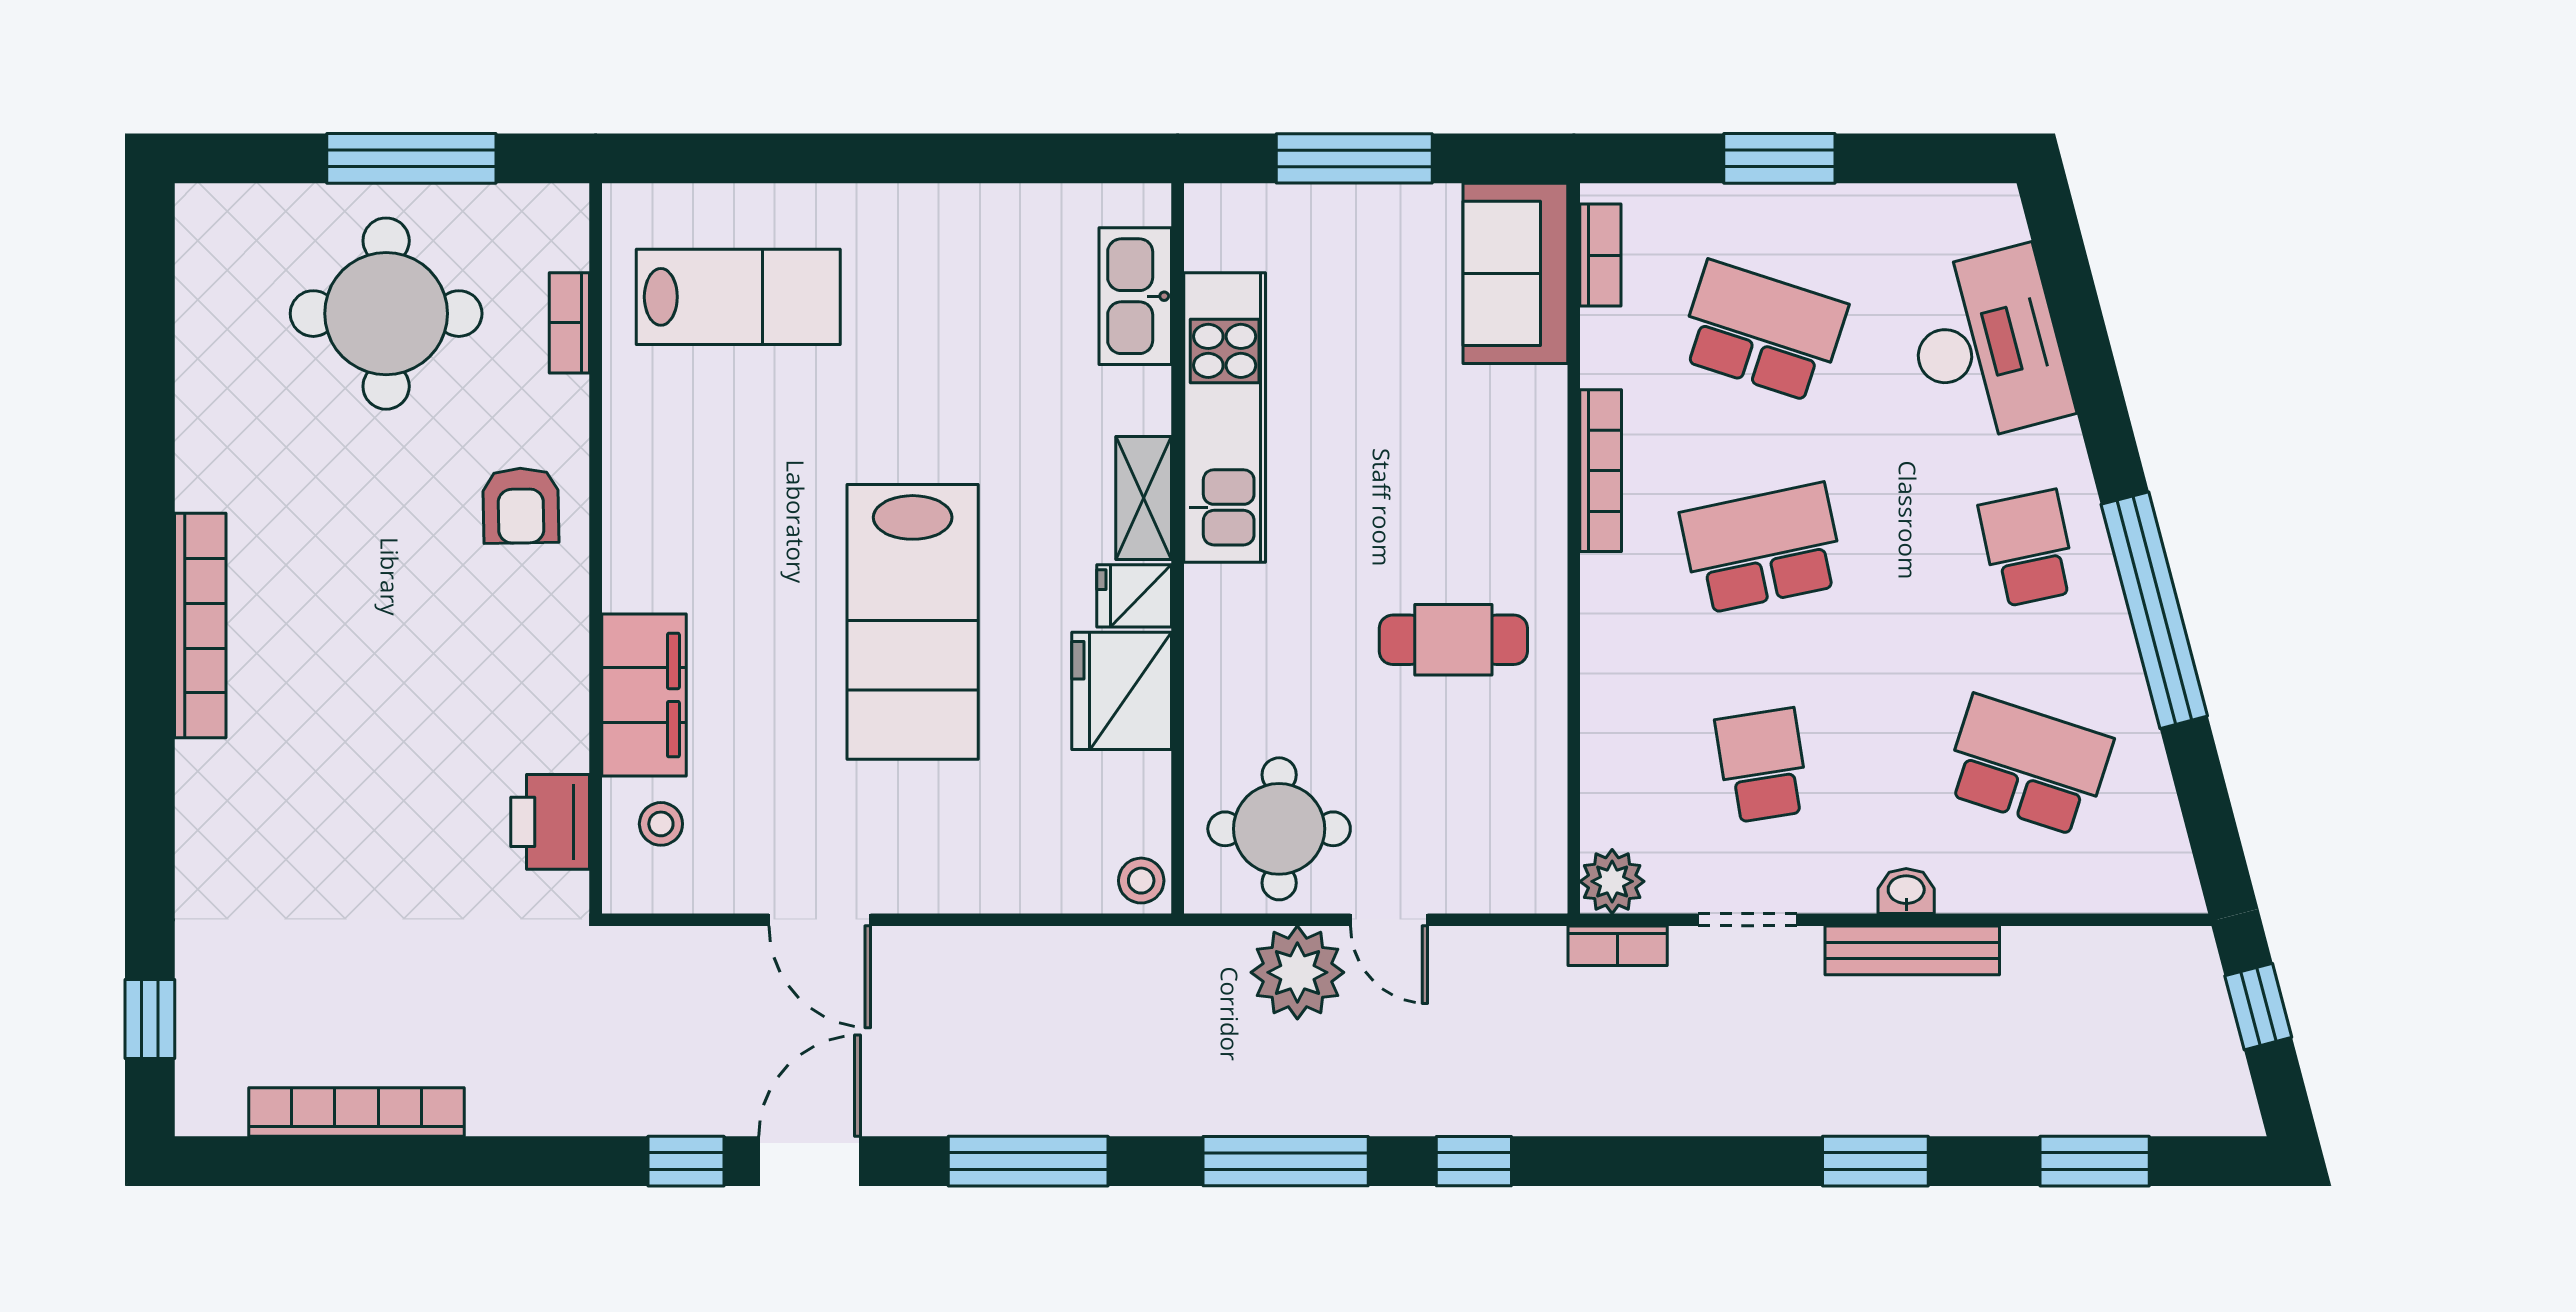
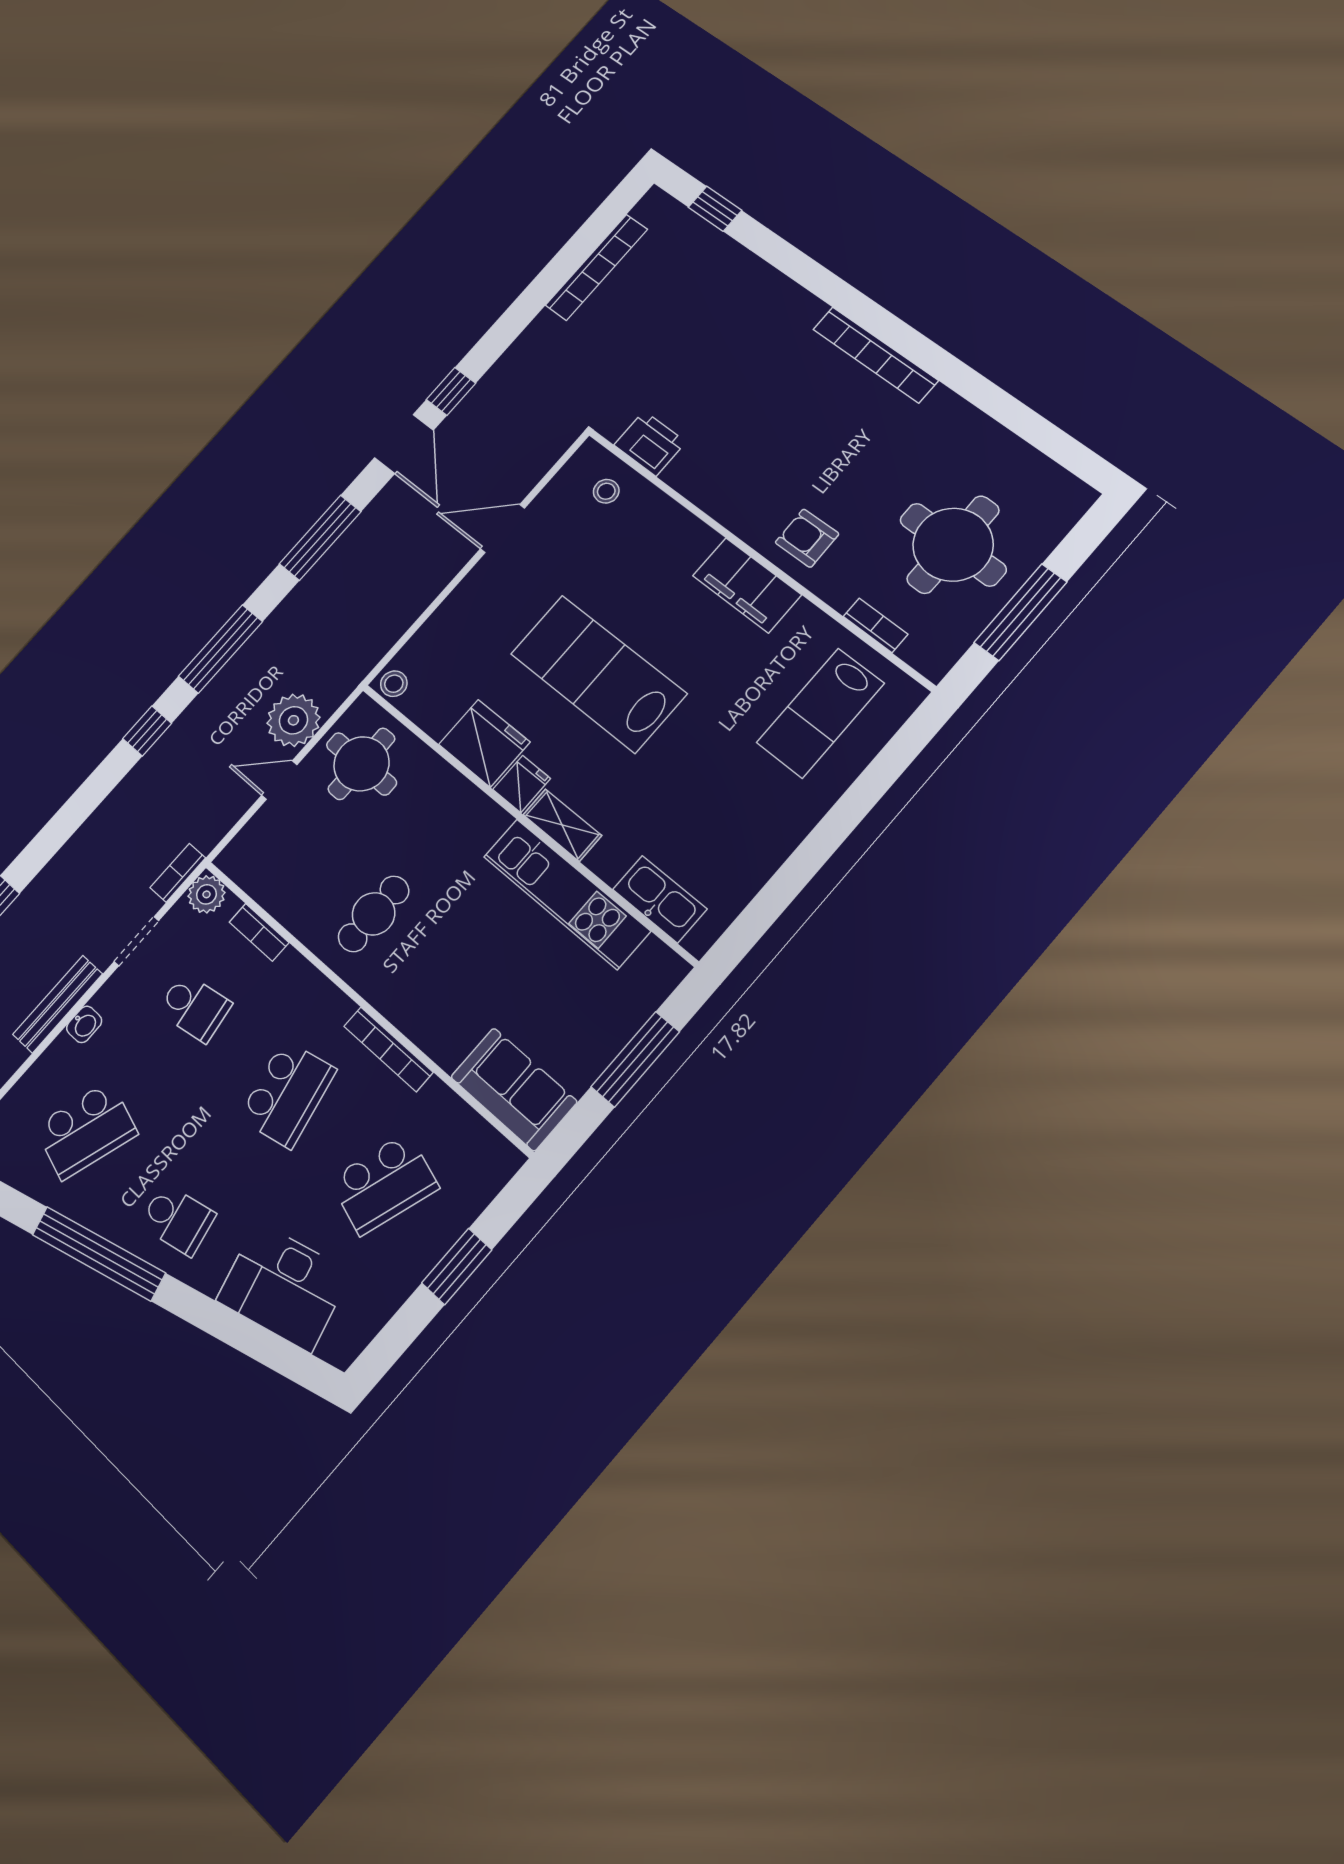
bookcase: (1600, 255) -> (259, 932), moved
filing cabinet: (644, 695) -> (747, 585), moved

